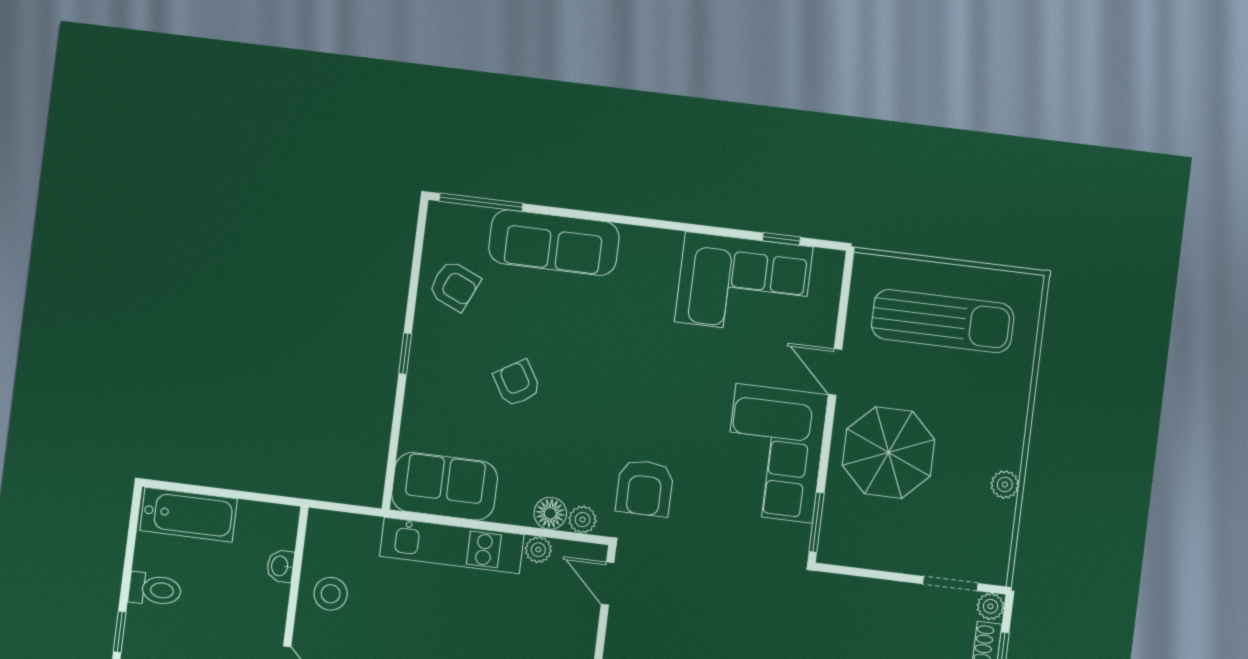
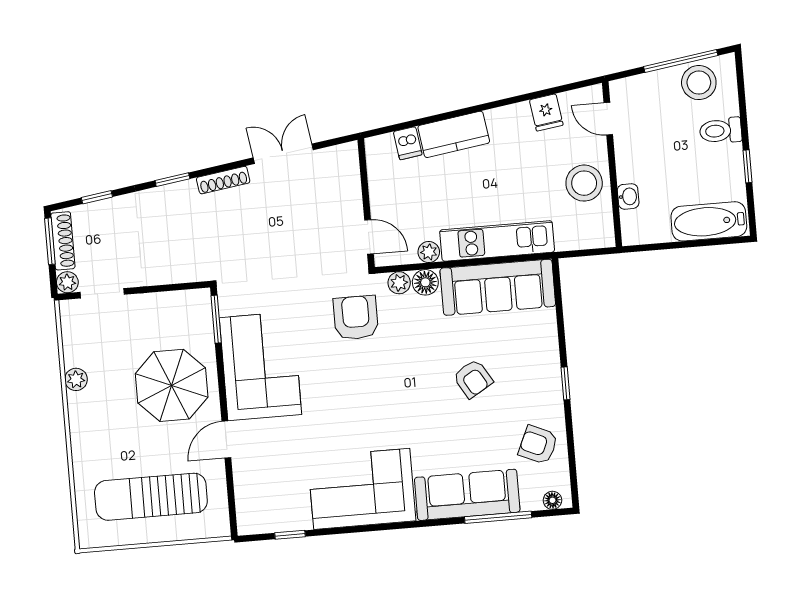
window: (481, 202) -> (498, 517), moved
floor lamp: (451, 214) -> (552, 500), added
corner sofa: (744, 284) -> (362, 489), moved
door: (835, 372) -> (226, 439), swing flipped
sofa: (444, 486) -> (498, 287), width x1.36
toilet: (155, 590) -> (721, 131), moved
stool: (331, 594) -> (584, 183), width x1.38, depth x1.38
window: (120, 632) -> (748, 166), moved

